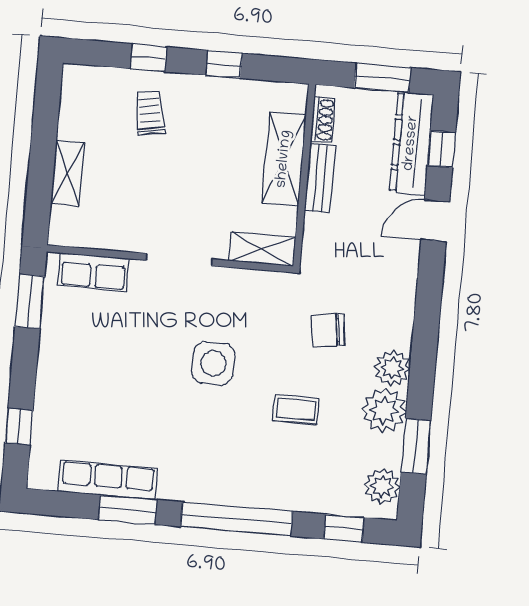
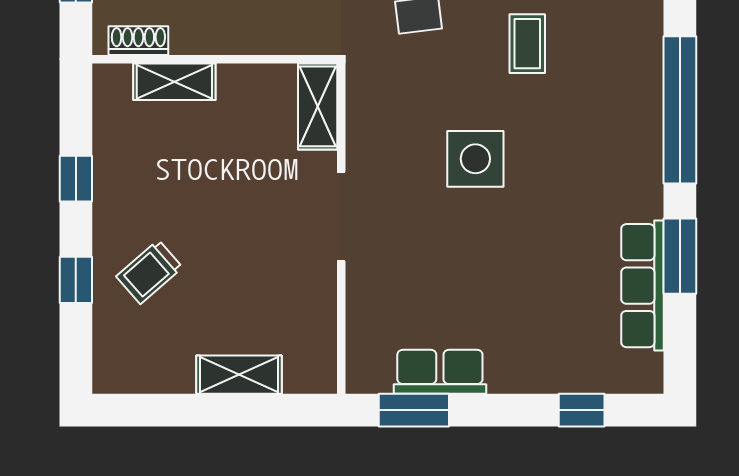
trolley: (150, 113) -> (149, 272), turned -31
shelving: (284, 159) -> (174, 82), width x0.67, depth x0.75
bench: (320, 178) -> (217, 38), removed
row of seats: (93, 272) -> (440, 372), moved, turned -90

